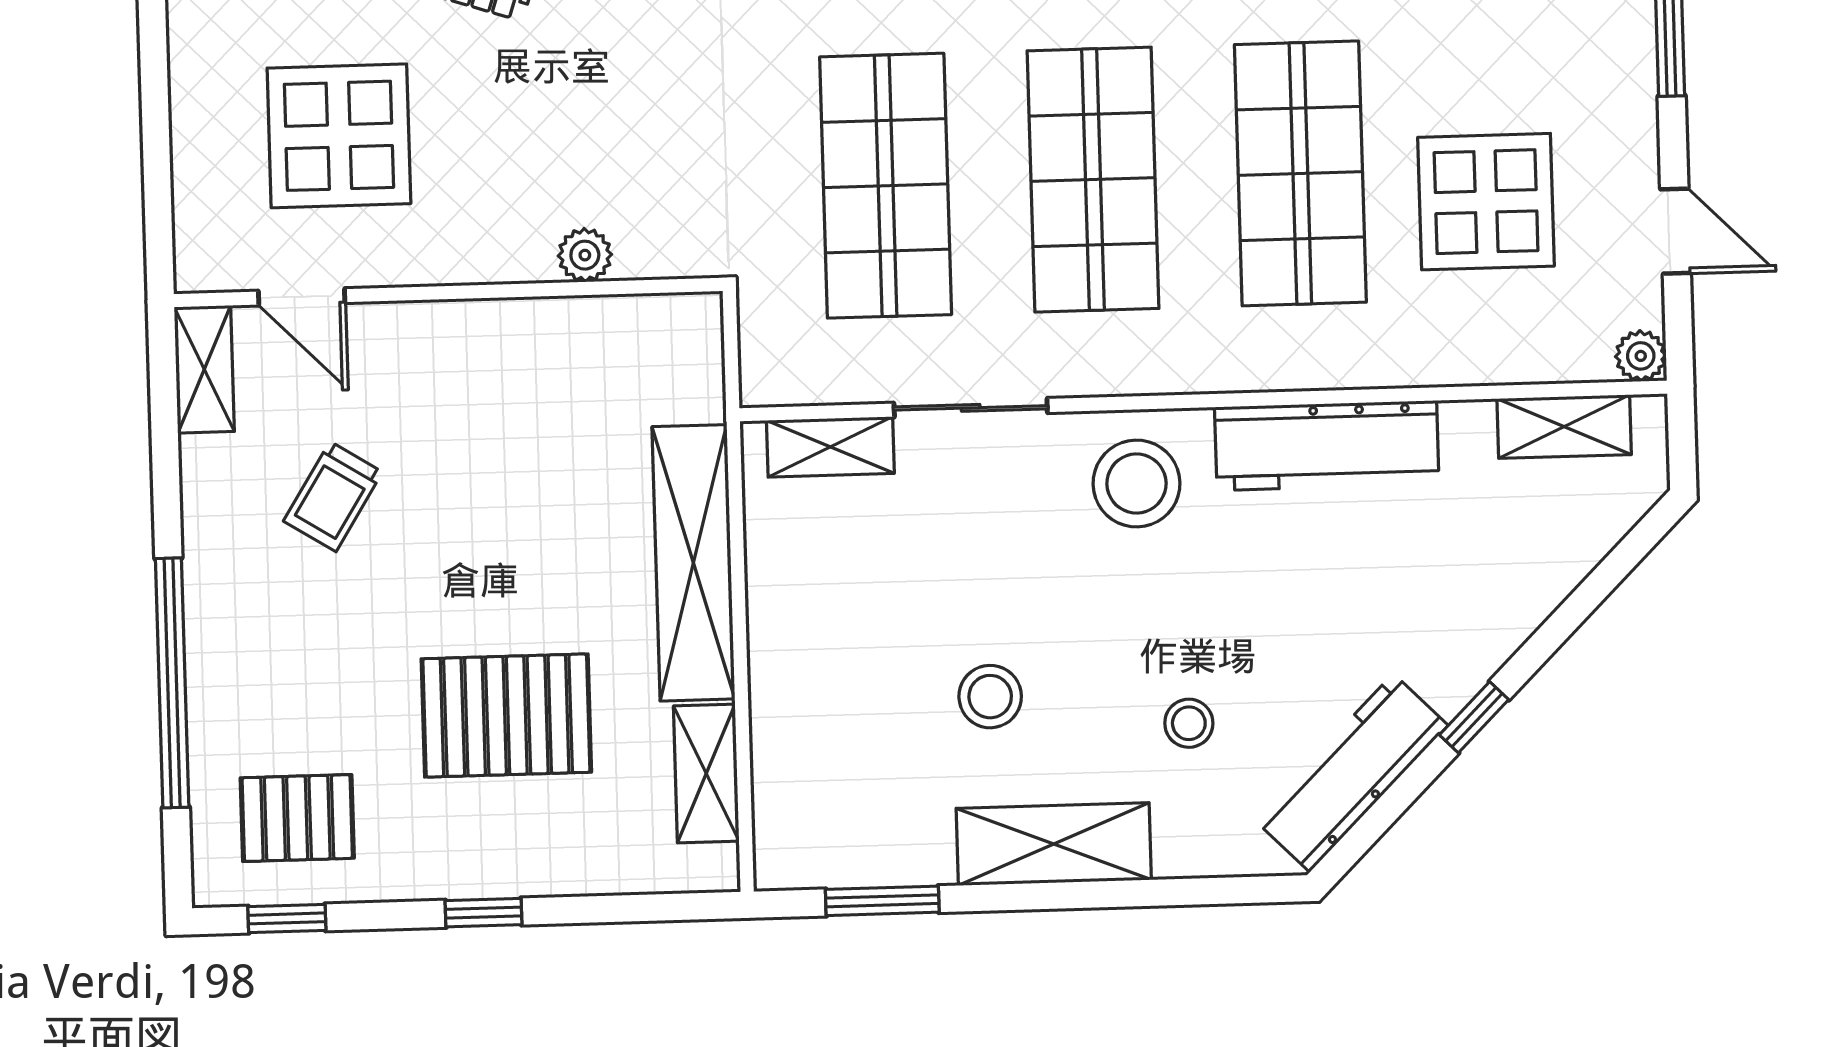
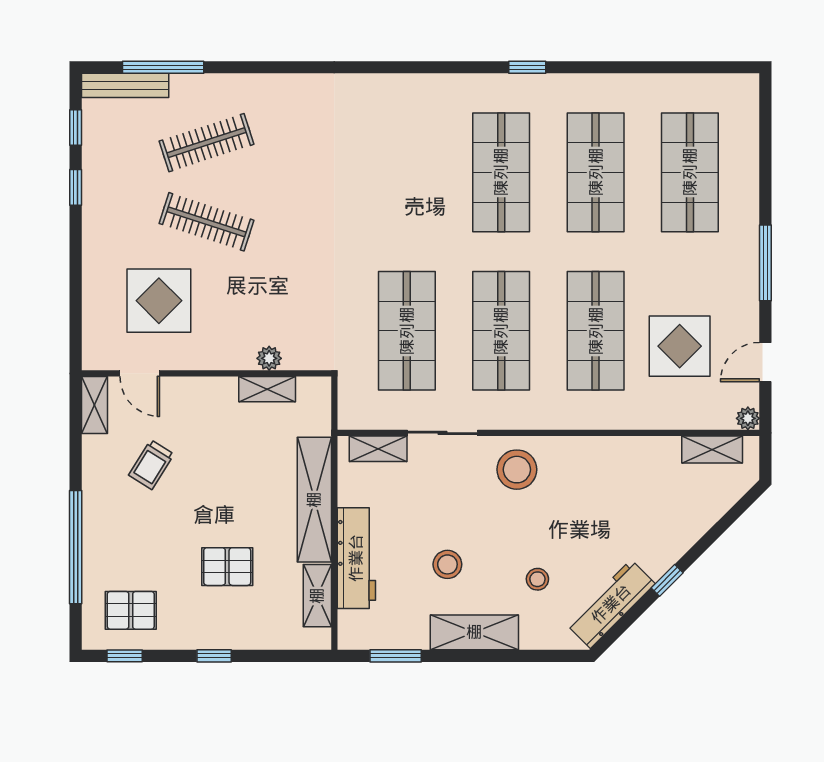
door: (1676, 231) -> (765, 362), swing flipped
shelving: (582, 323) -> (267, 389), added
workbench: (1327, 446) -> (356, 558), moved, turned -90
pallet: (506, 715) -> (227, 567), width x0.67, depth x0.71

